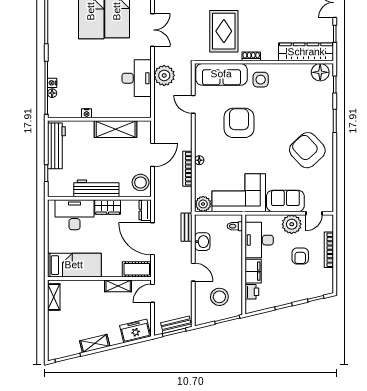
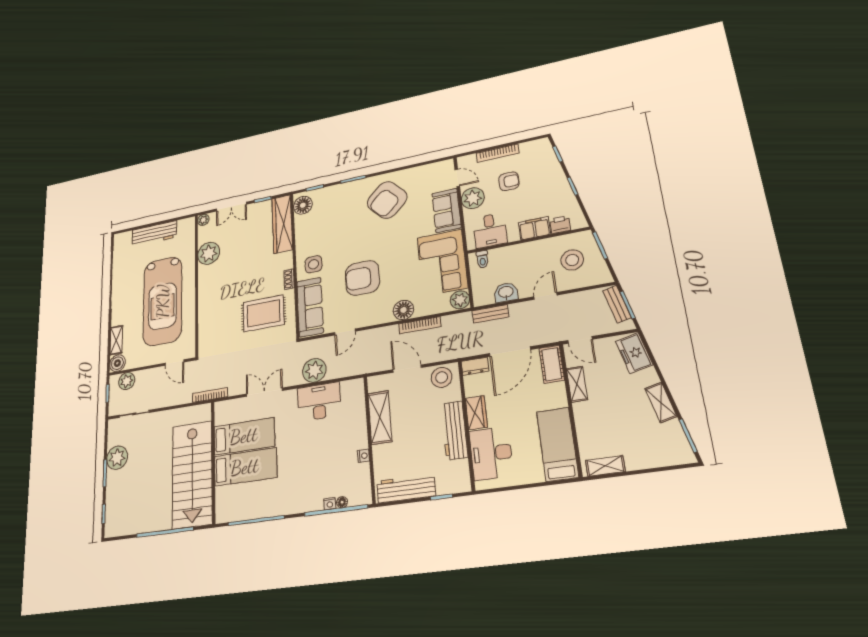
floor lamp: (199, 160) -> (403, 310), width x1.89, depth x1.89
desk: (259, 240) -> (490, 230), width x0.73

